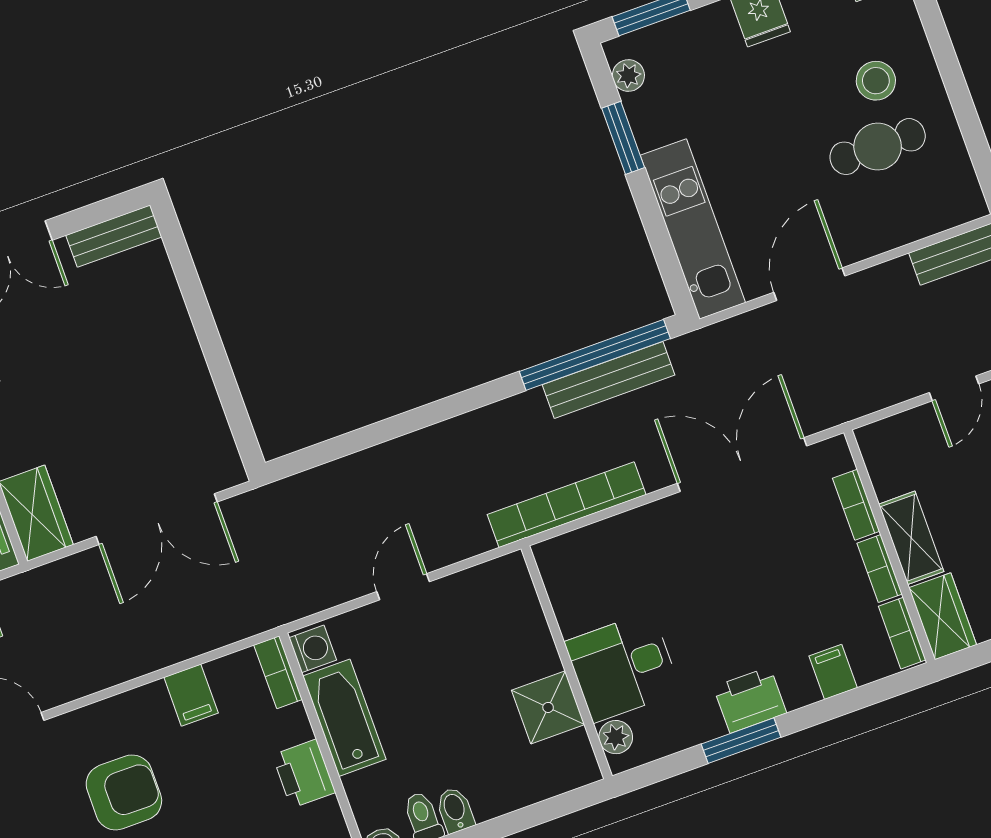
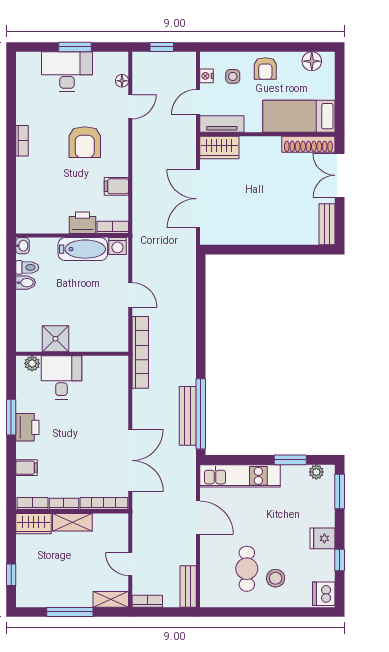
bookcase: (567, 505) -> (140, 352), moved
bookcase: (856, 505) -> (104, 504), width x1.56
printer: (304, 774) -> (82, 223), moved

